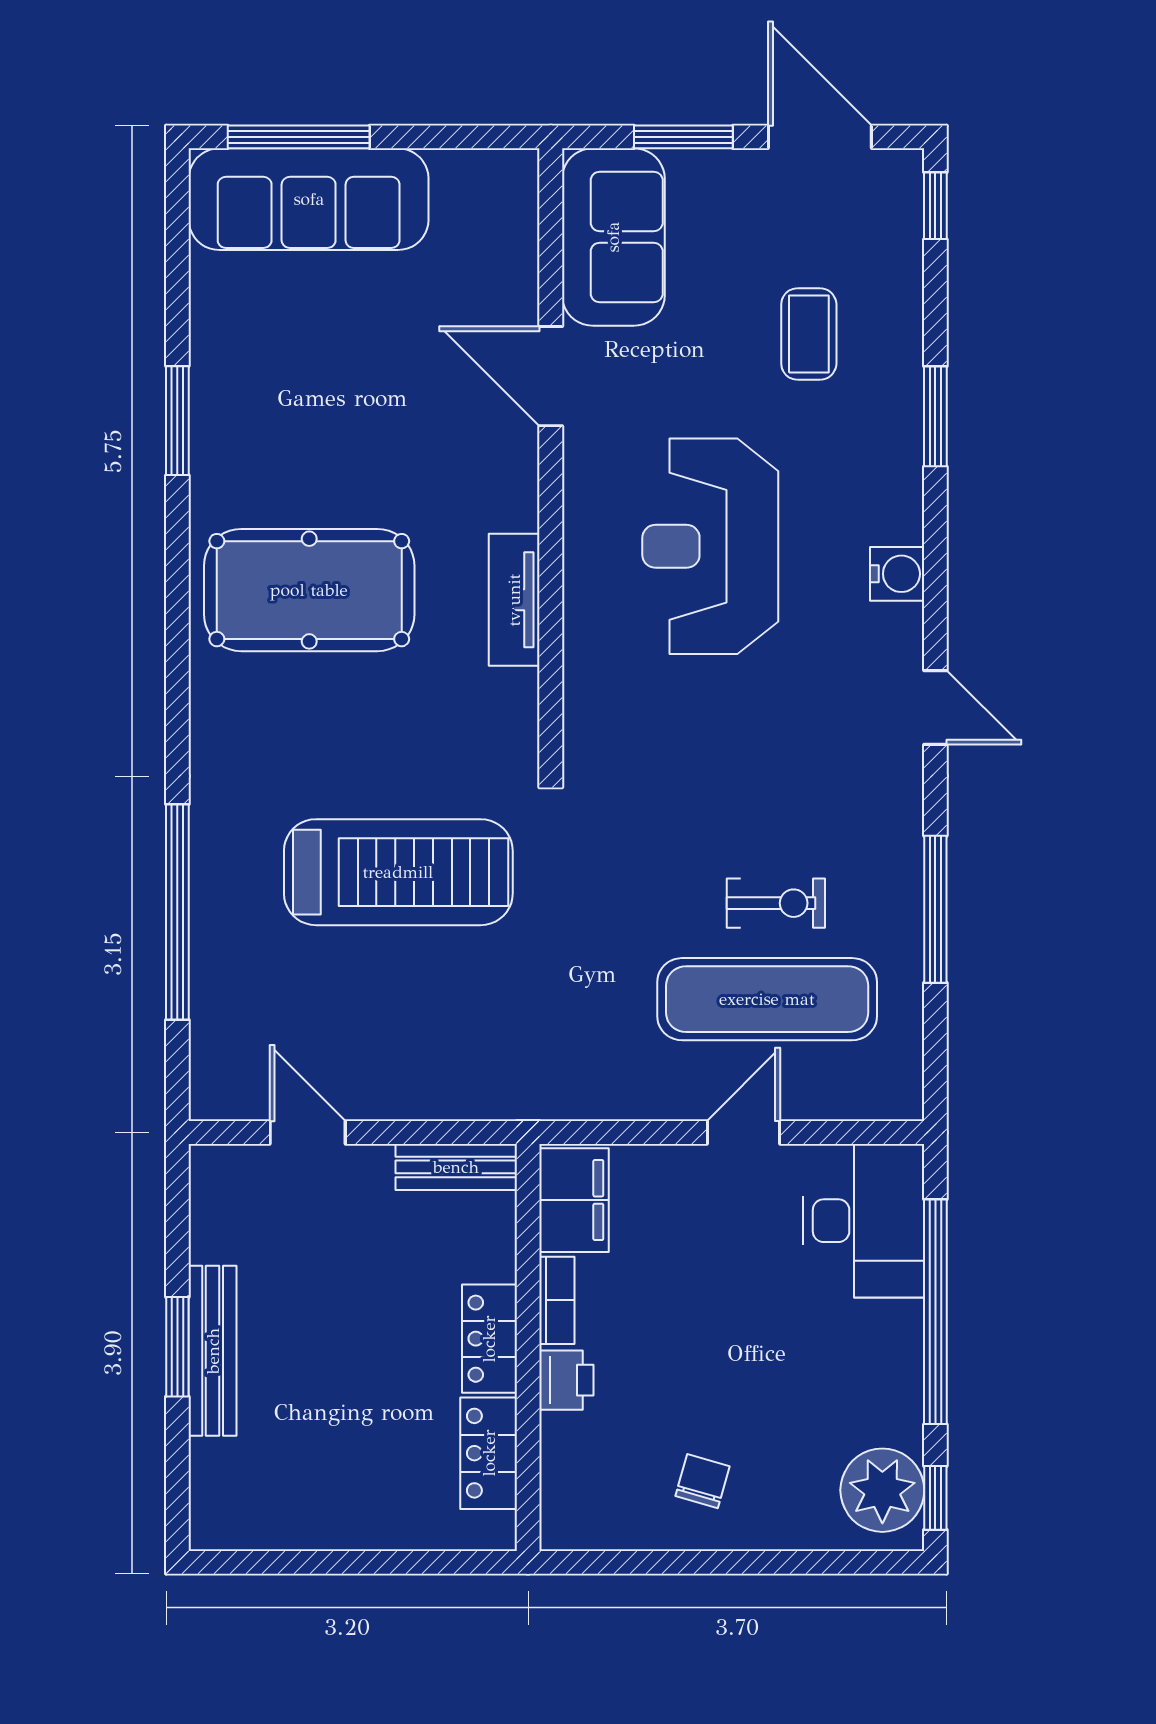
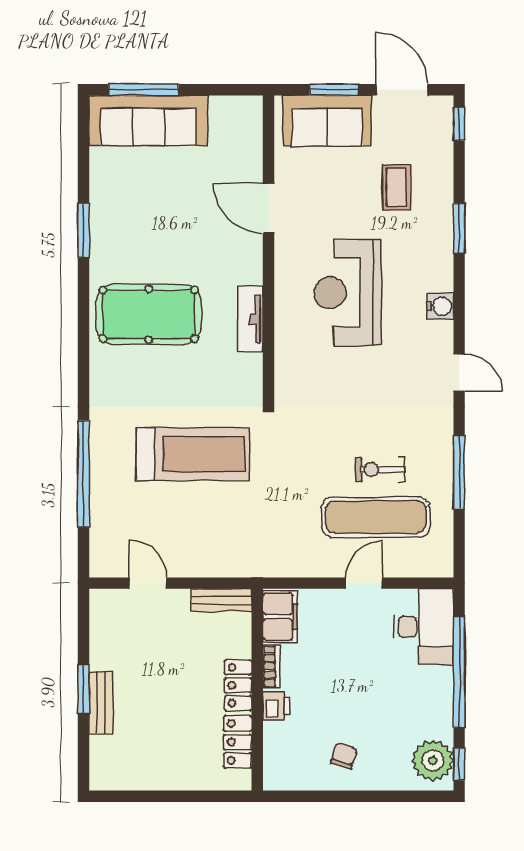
sofa: (613, 237) -> (327, 121), moved, turned 90
exercise bike: (776, 903) -> (380, 469), turned 180
bench: (213, 1351) -> (101, 703), width x0.73

